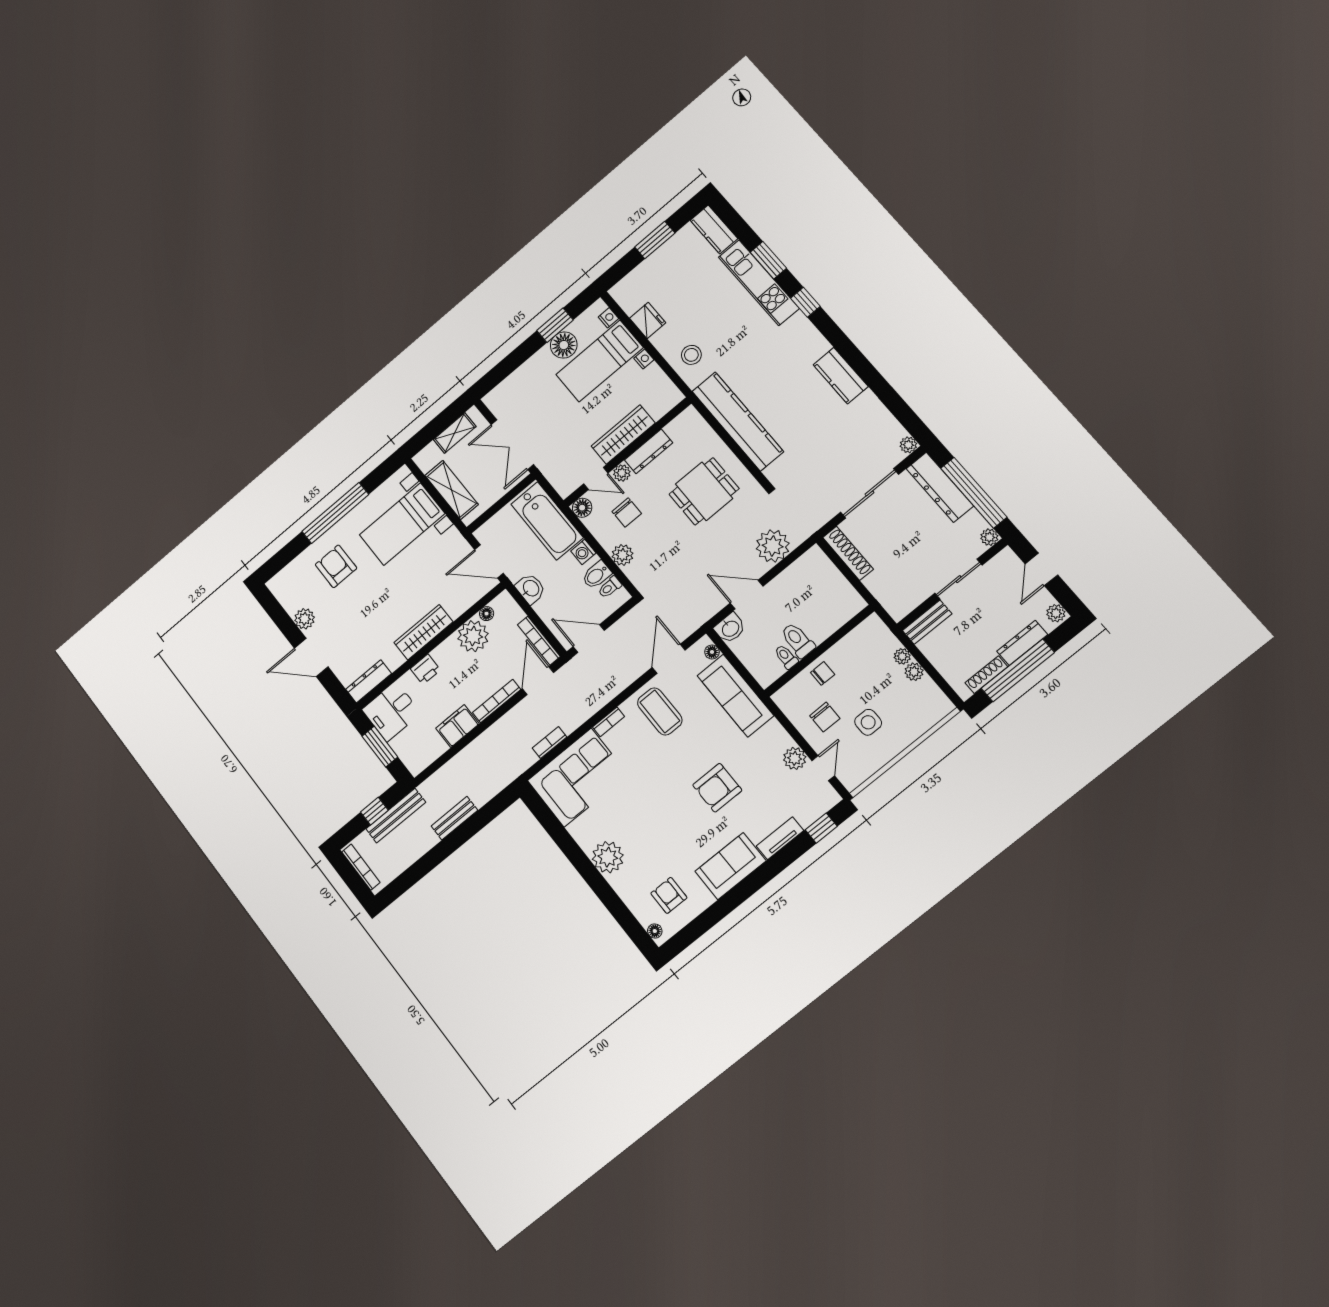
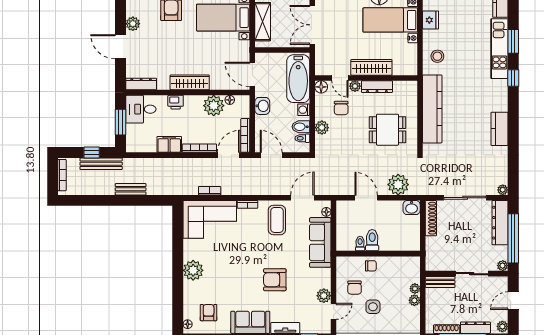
washbasin: (730, 628) -> (412, 208), moved

